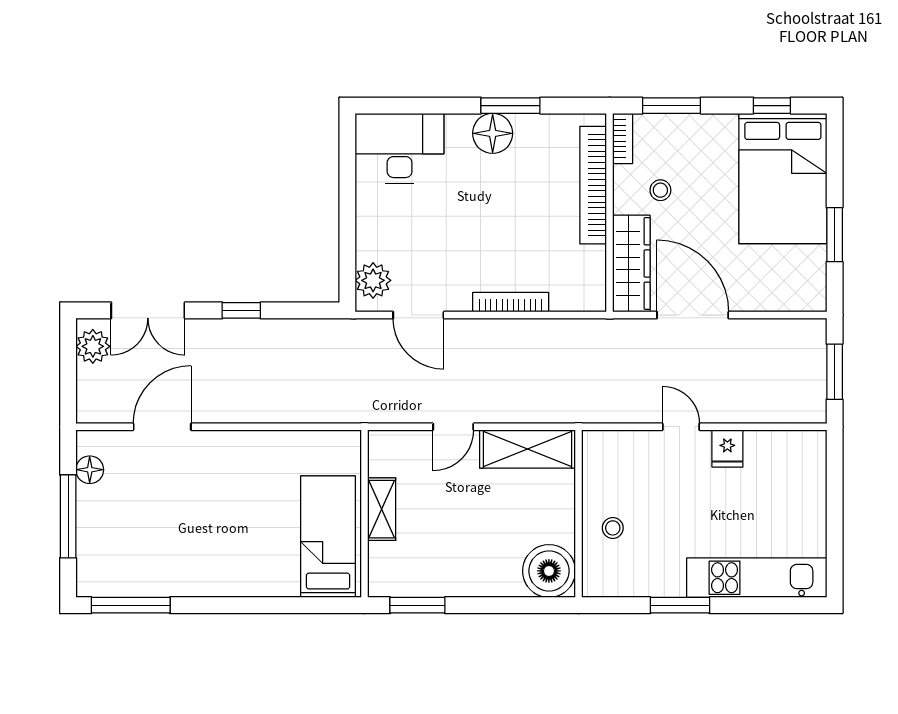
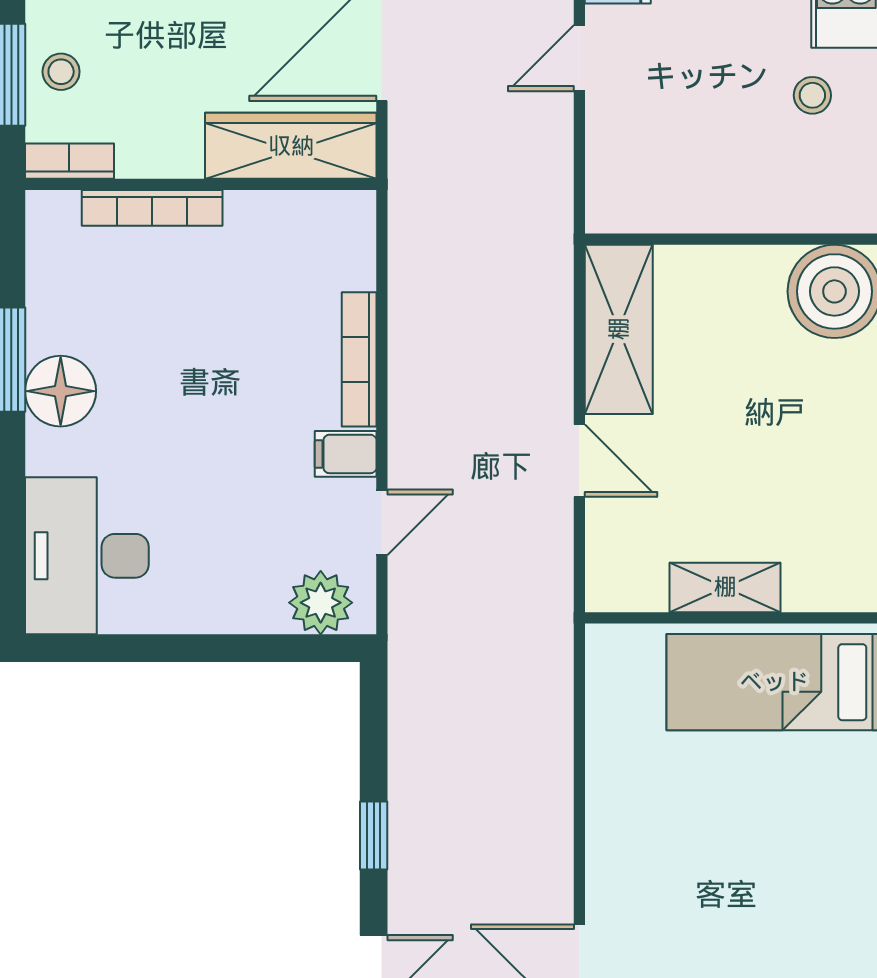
bookcase: (593, 185) -> (152, 208), width x0.68, depth x0.76
stool: (660, 190) -> (61, 72), moved
filing cabinet: (457, 295) -> (346, 454), added
door: (418, 315) -> (382, 522), width x0.73
stool: (613, 528) -> (812, 95), moved

